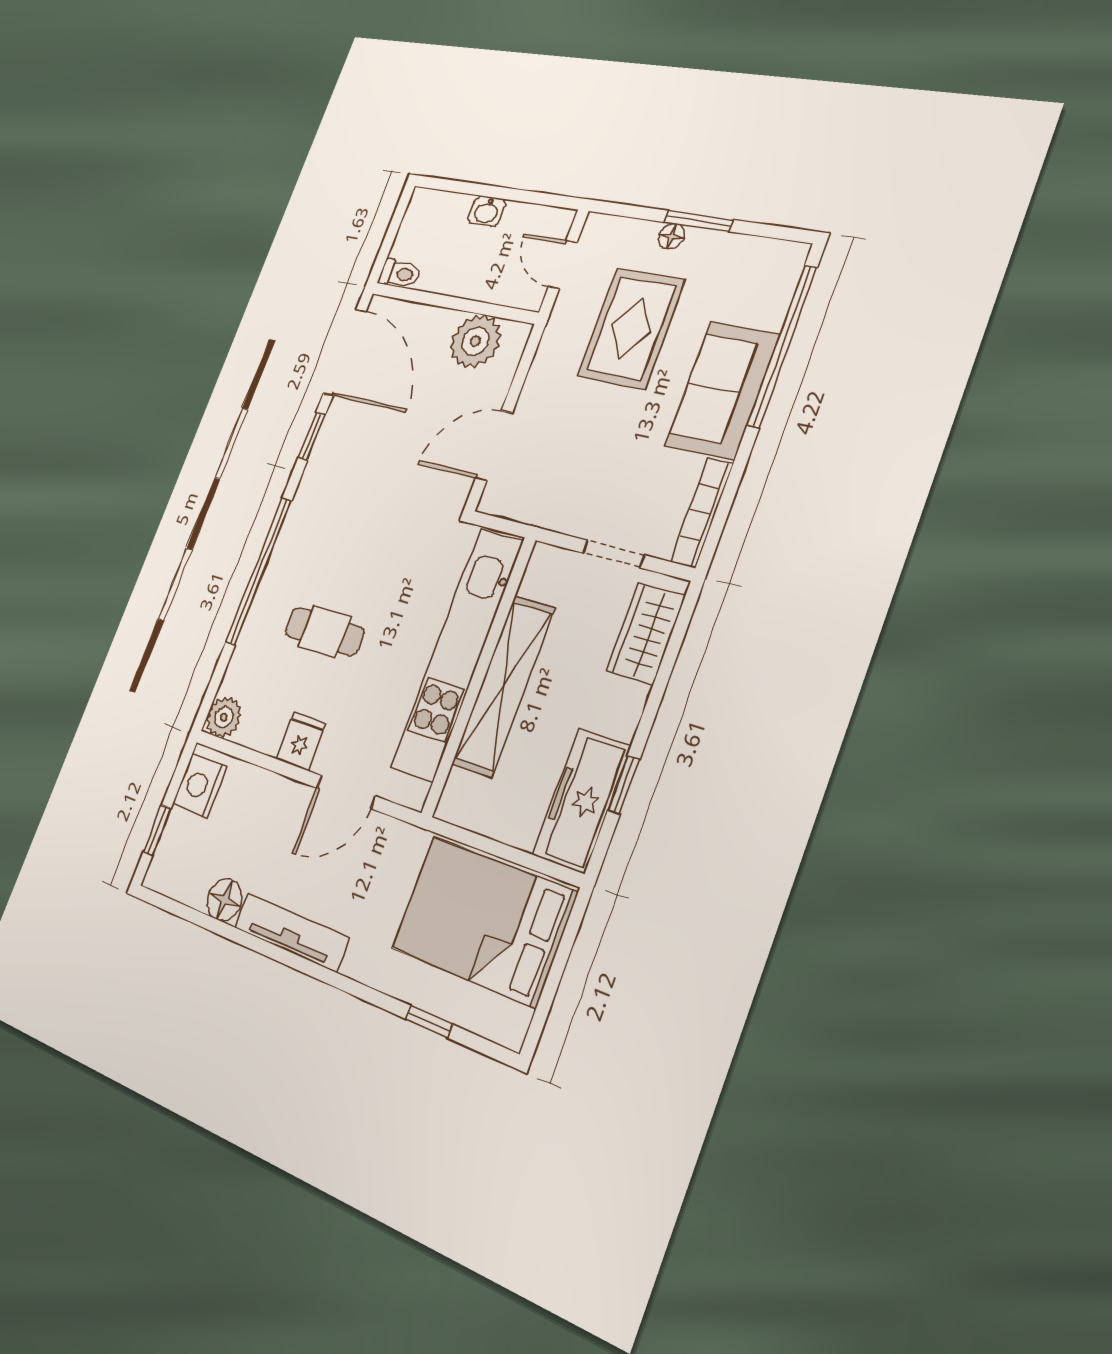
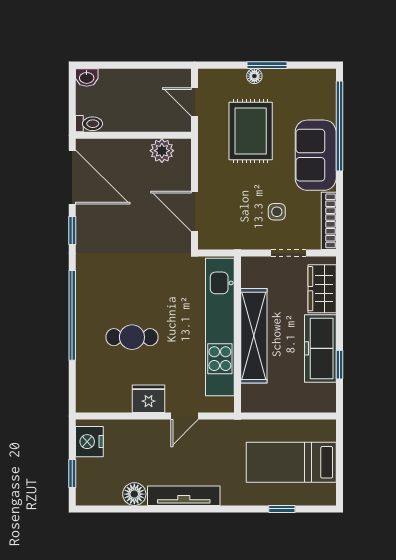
washbasin: (487, 211) -> (87, 77), moved
plant: (475, 341) -> (162, 151), width x0.73, depth x0.73
door: (494, 446) -> (195, 211), hinge flipped
side table: (621, 476) -> (277, 212), added
plant: (224, 717) -> (87, 401), removed
fridge: (301, 741) -> (149, 399), width x1.38
door: (346, 792) -> (185, 416), width x0.73
freezer: (582, 801) -> (320, 348), moved
bed: (483, 921) -> (291, 462), width x0.67

